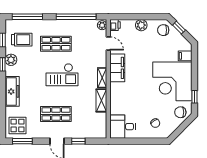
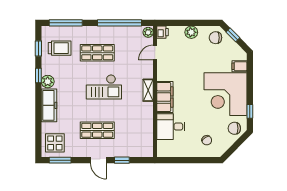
door: (108, 43) -> (155, 52), swing flipped
plant: (11, 60) -> (48, 82), moved
filing cabinet: (117, 68) -> (165, 97), moved
shelving: (101, 100) -> (147, 115), removed
desk: (123, 127) -> (171, 127), moved

